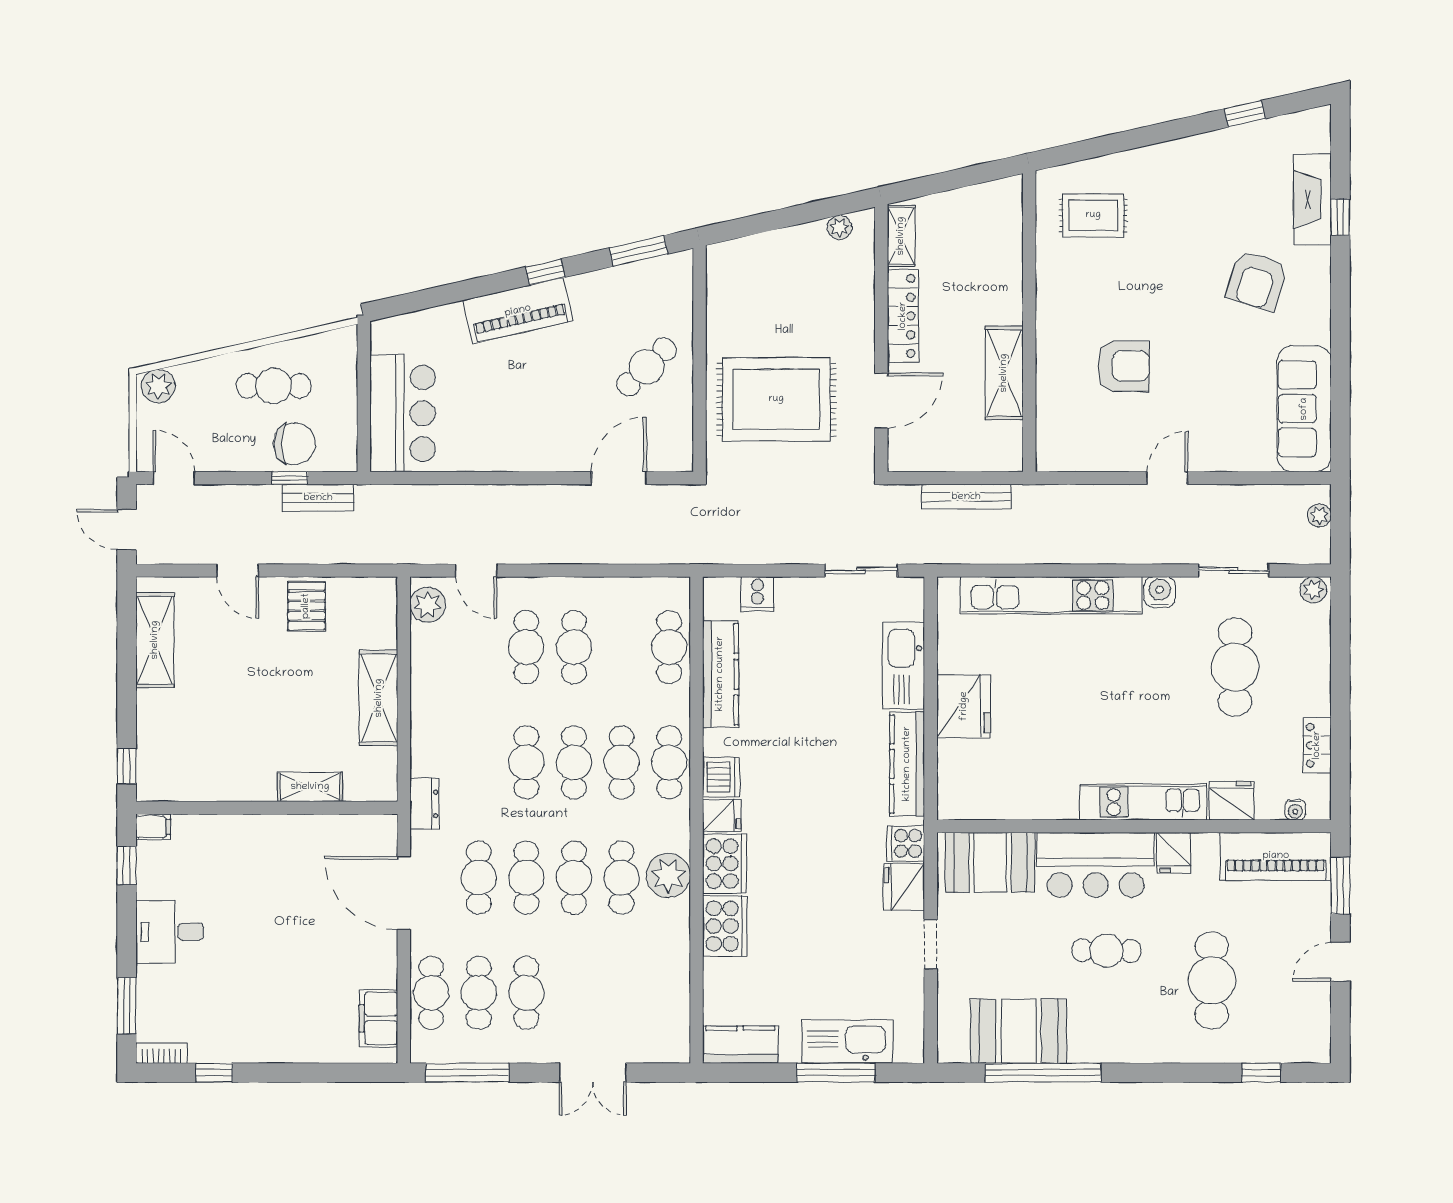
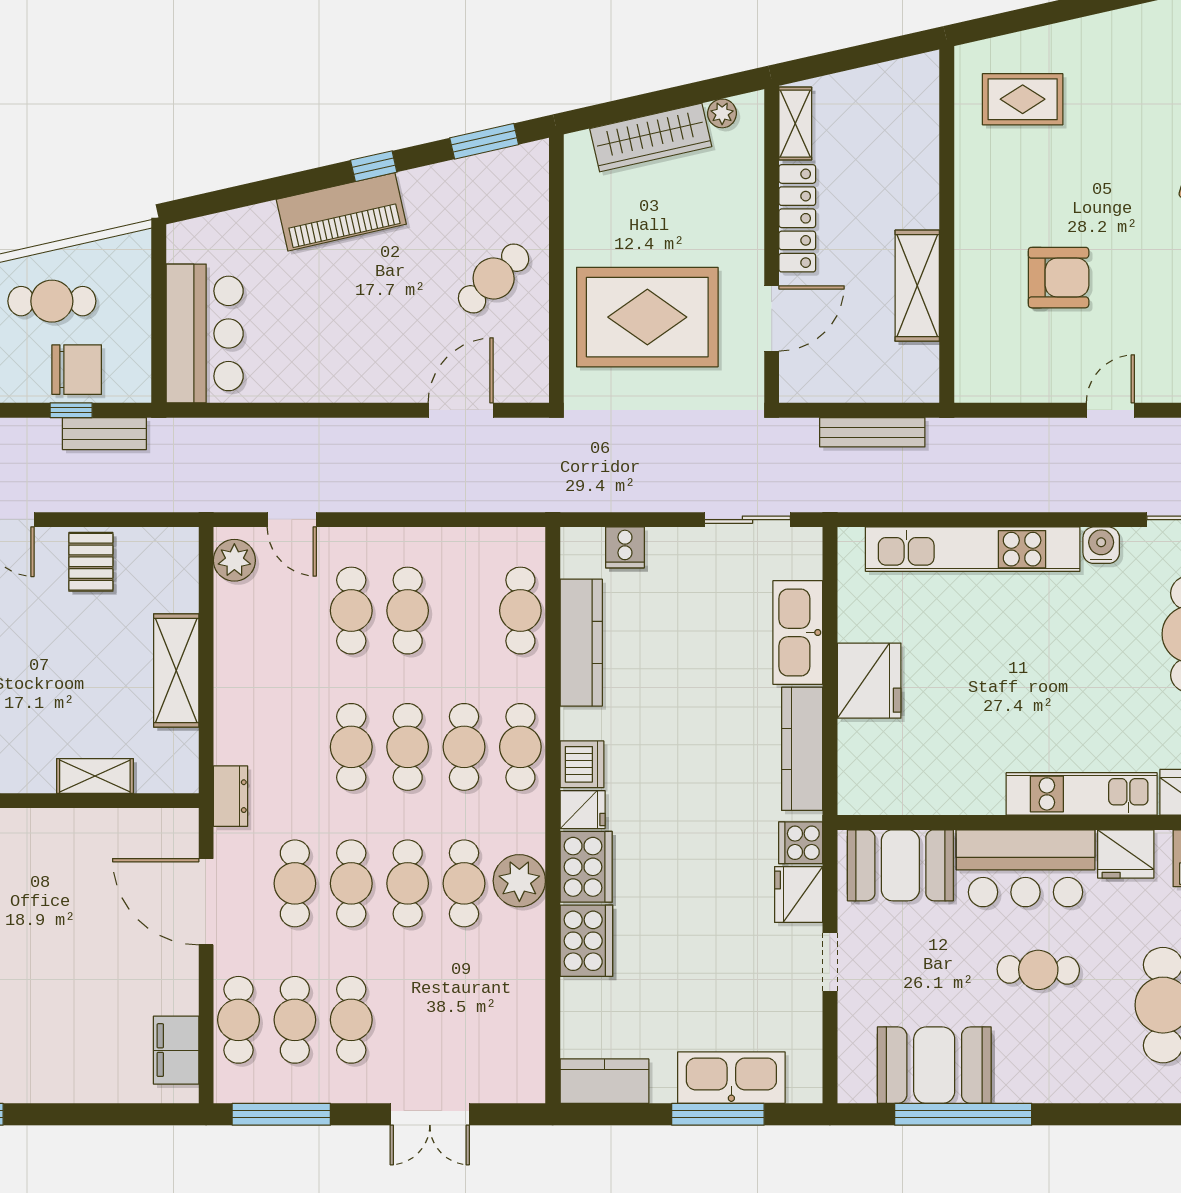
wardrobe: (779, 248) -> (651, 138), added
fridge: (1174, 853) -> (1126, 854), width x1.38

